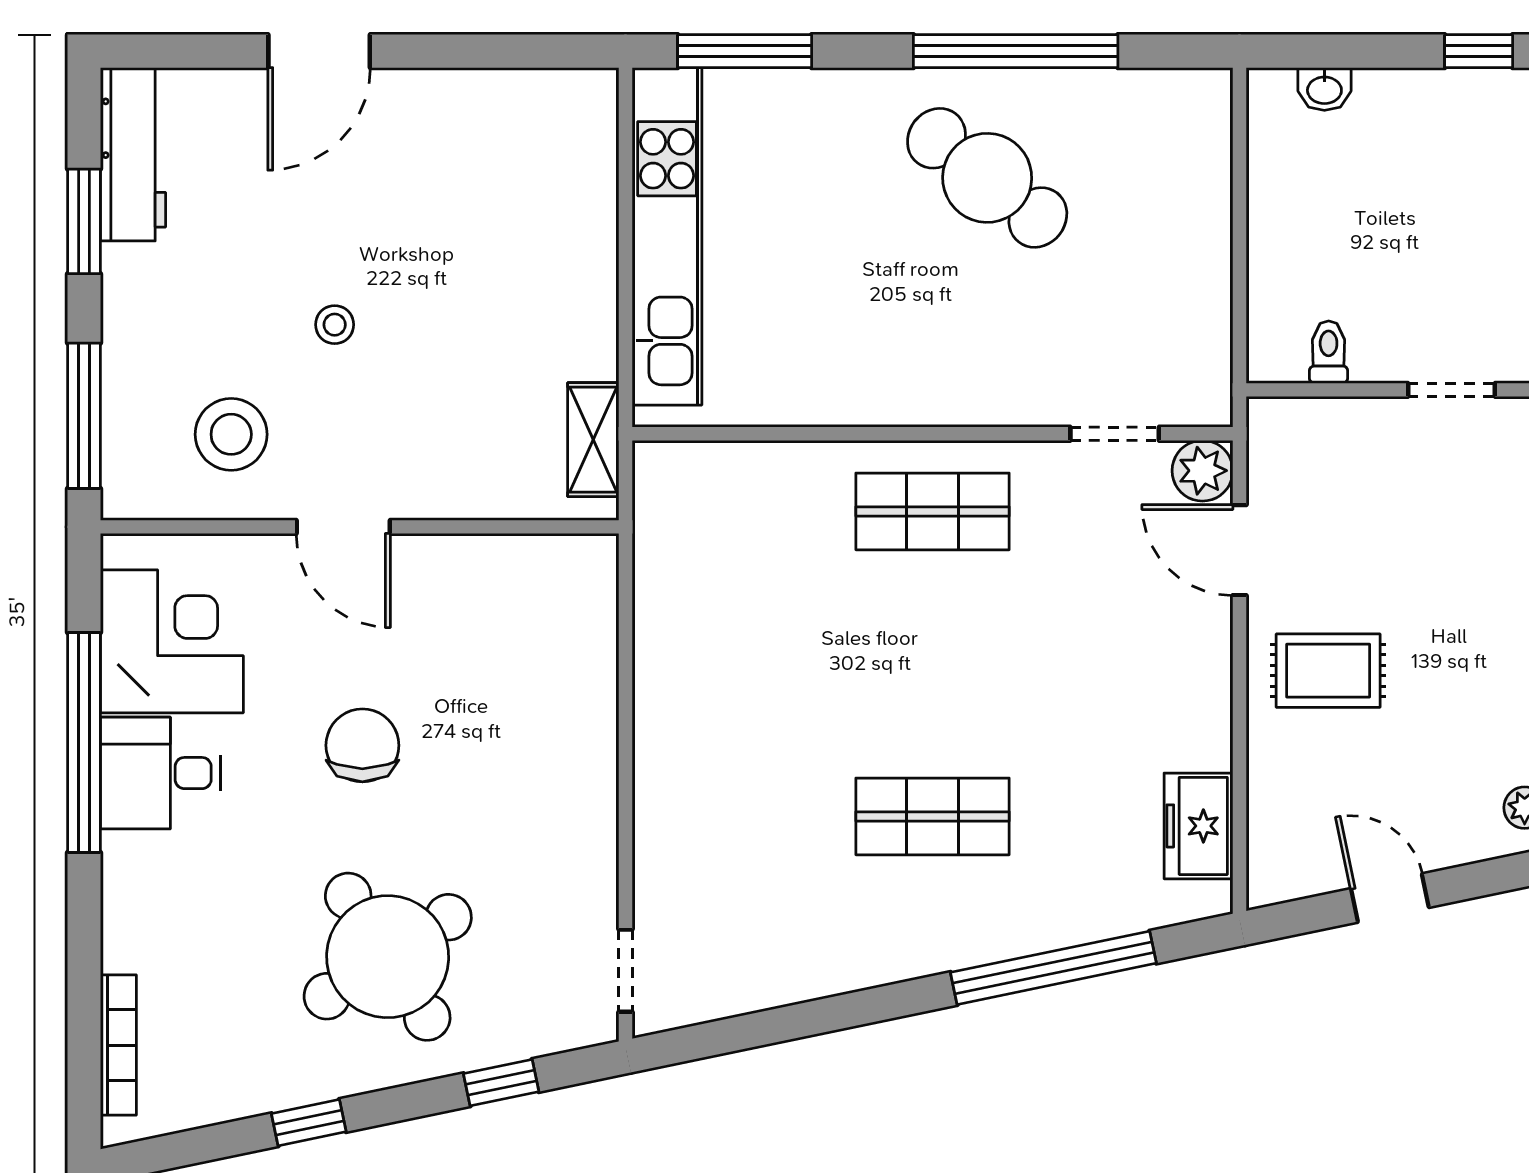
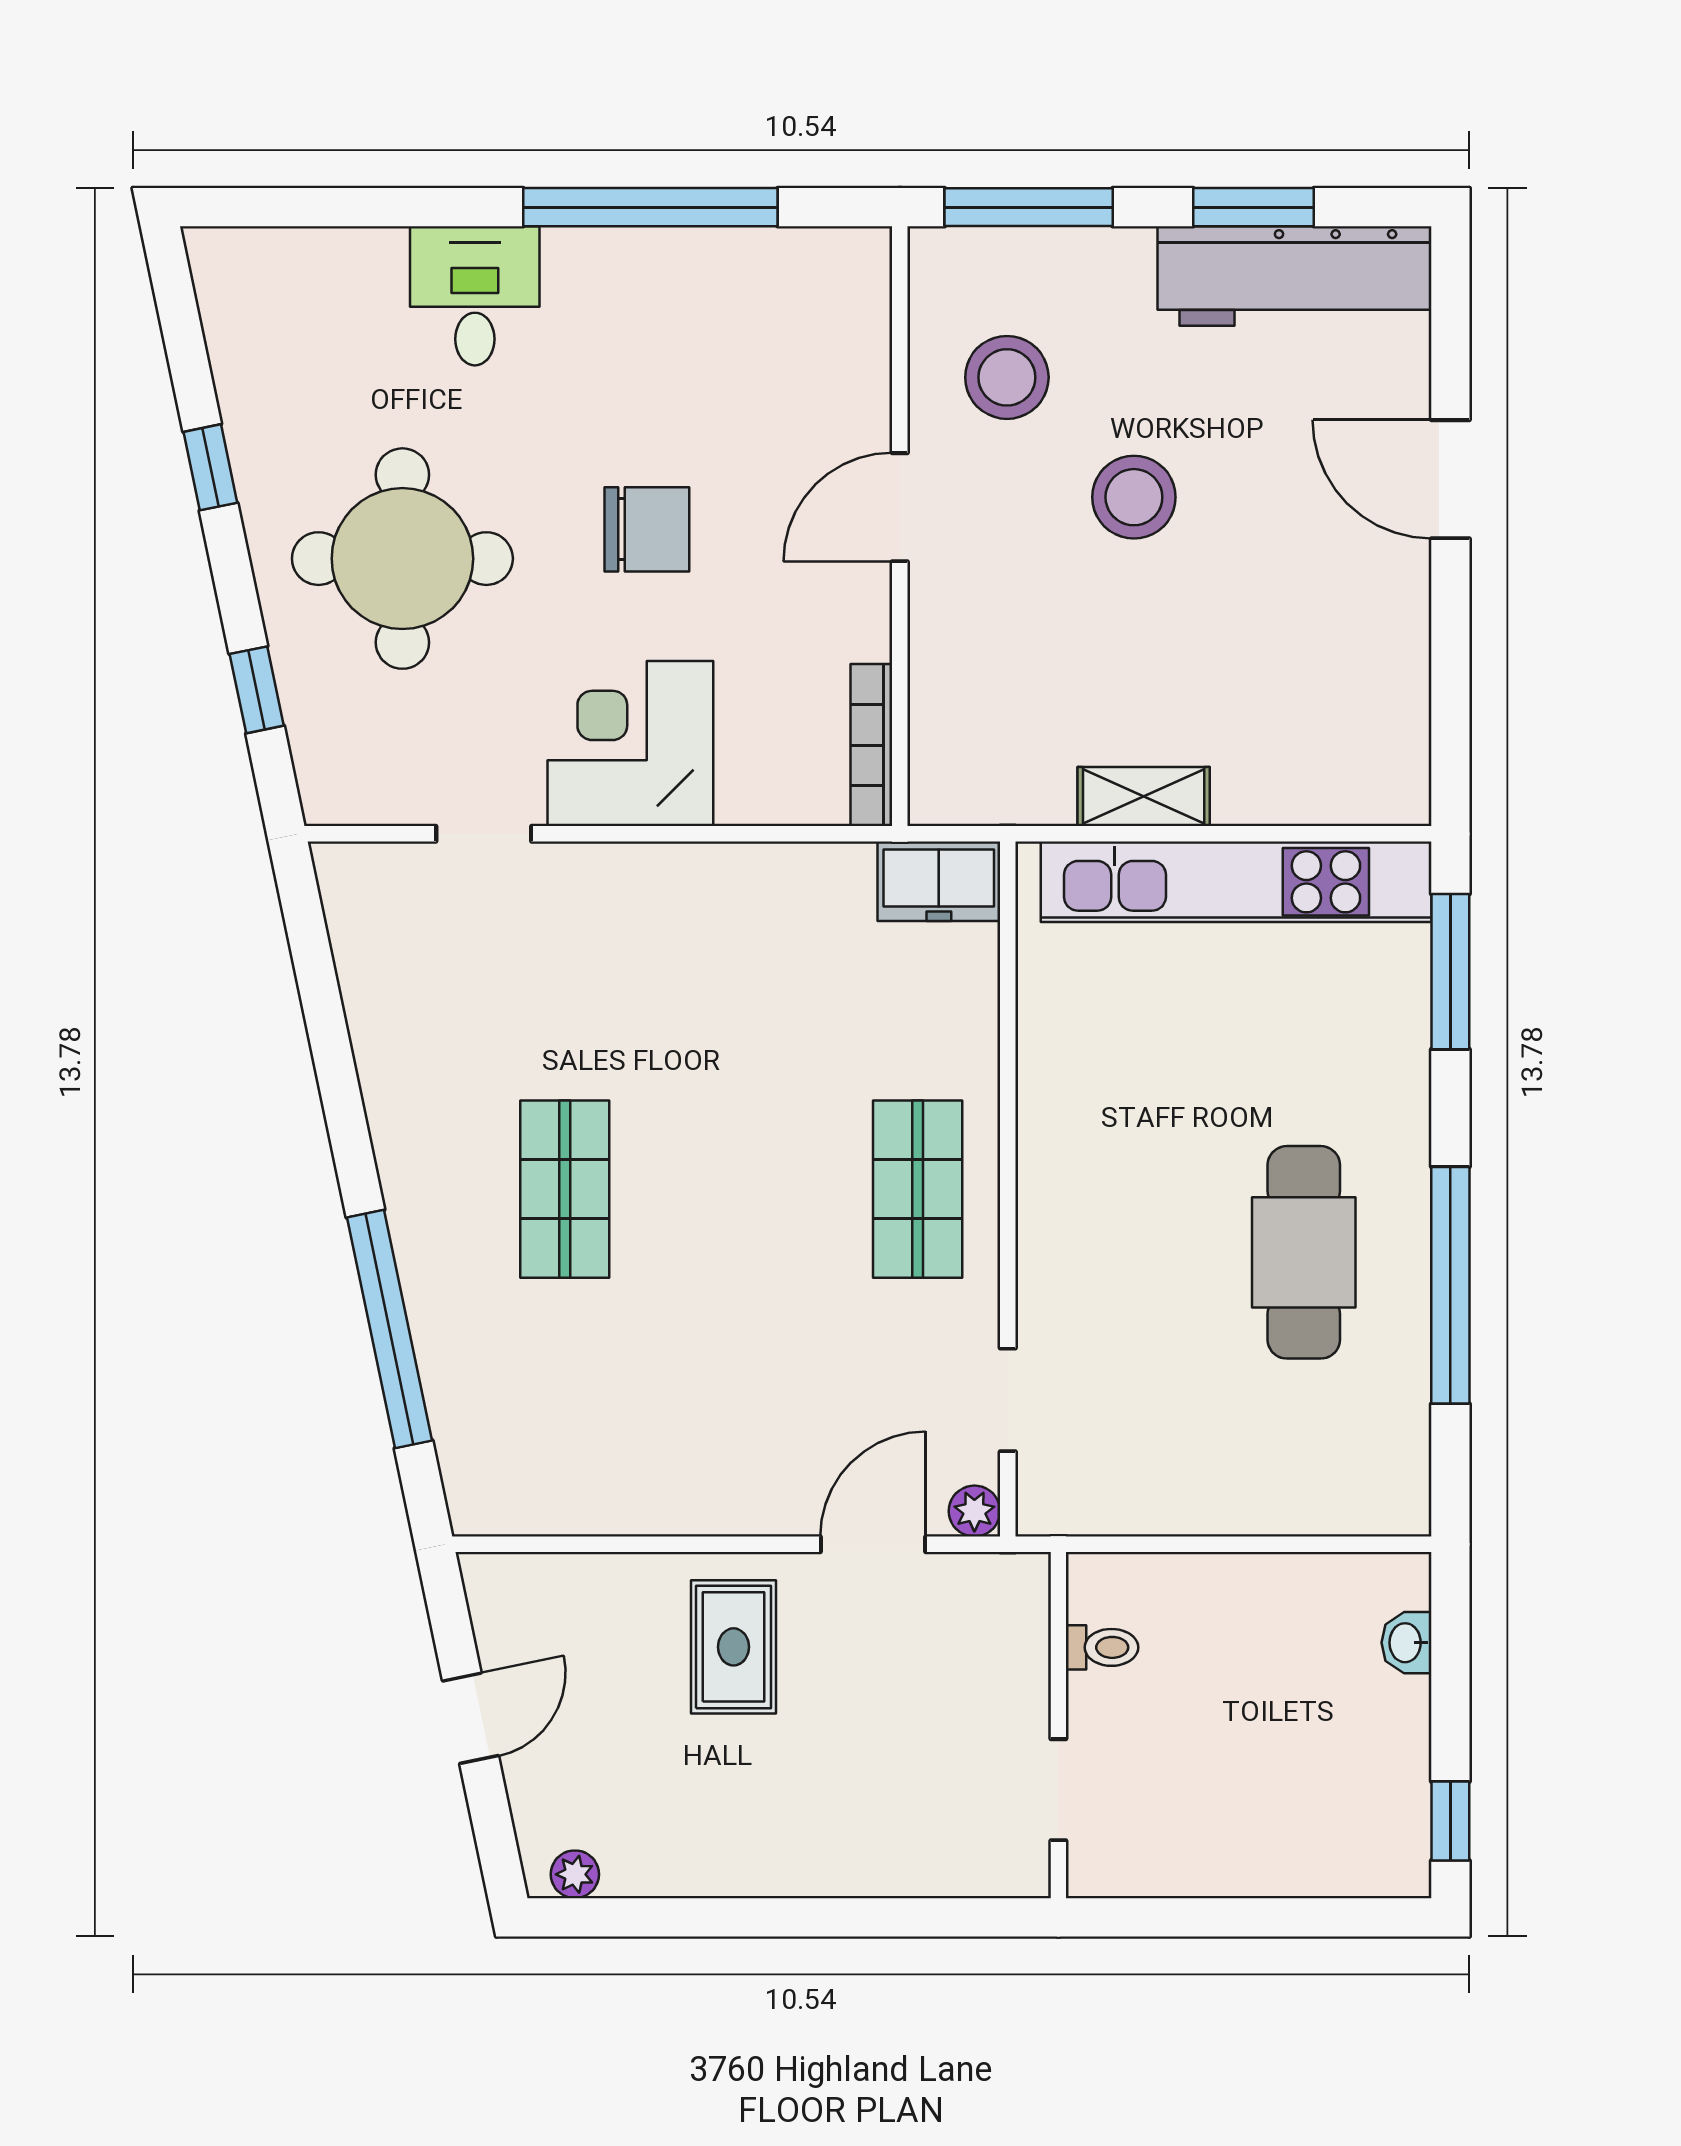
workbench: (133, 154) -> (1295, 276), width x1.36, depth x1.32
cafe table: (987, 178) -> (1304, 1252), turned -38
stool: (335, 325) -> (1134, 497), width x1.89, depth x1.89
shelving: (593, 440) -> (1144, 797), moved
plant: (1202, 471) -> (974, 1511), width x0.73, depth x0.73
corner desk: (172, 641) -> (630, 744), moved, turned 180
desk: (161, 773) -> (475, 296), moved
freezer: (1198, 826) -> (939, 881), moved, turned 180
round table: (388, 957) -> (402, 559), turned 33
doorway: (626, 971) -> (484, 834), moved
bookcase: (118, 1045) -> (871, 745), moved, turned 90

